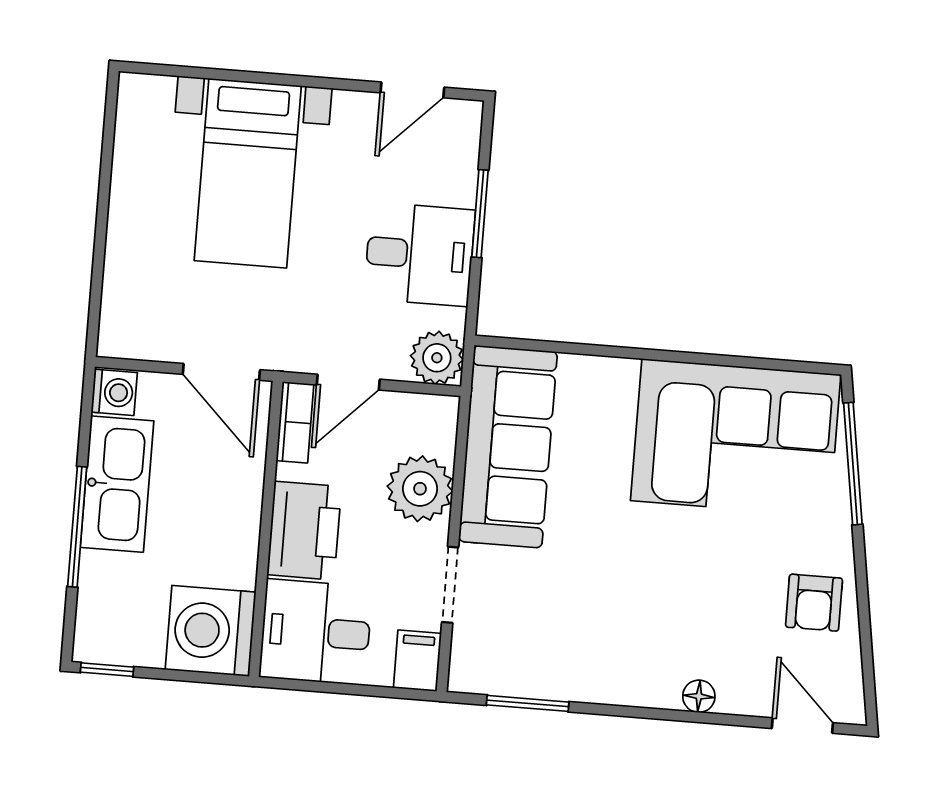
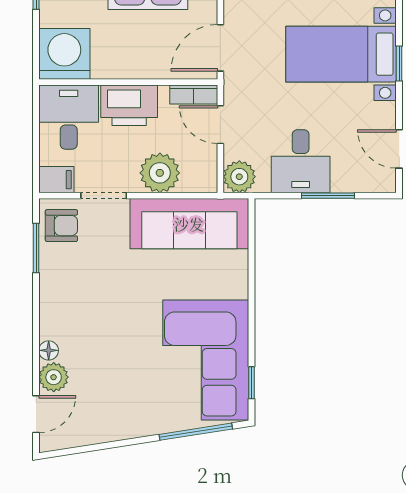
window: (271, 79) -> (399, 63), added
window: (779, 365) -> (252, 383), added
armchair: (814, 603) -> (61, 226), moved, turned 180
plant: (744, 692) -> (54, 377), added

